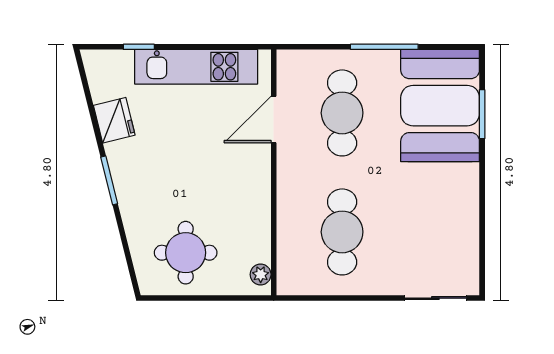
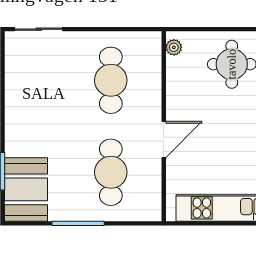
booth: (440, 106) -> (26, 189), width x0.73, depth x0.70
door: (274, 119) -> (164, 139), moved

